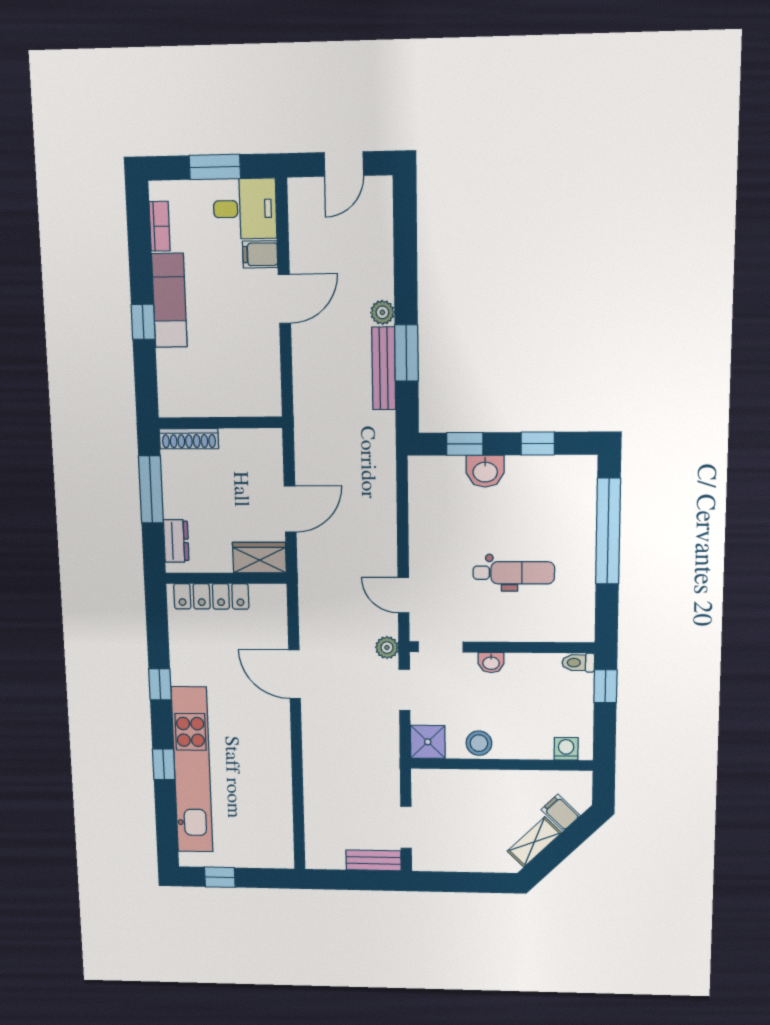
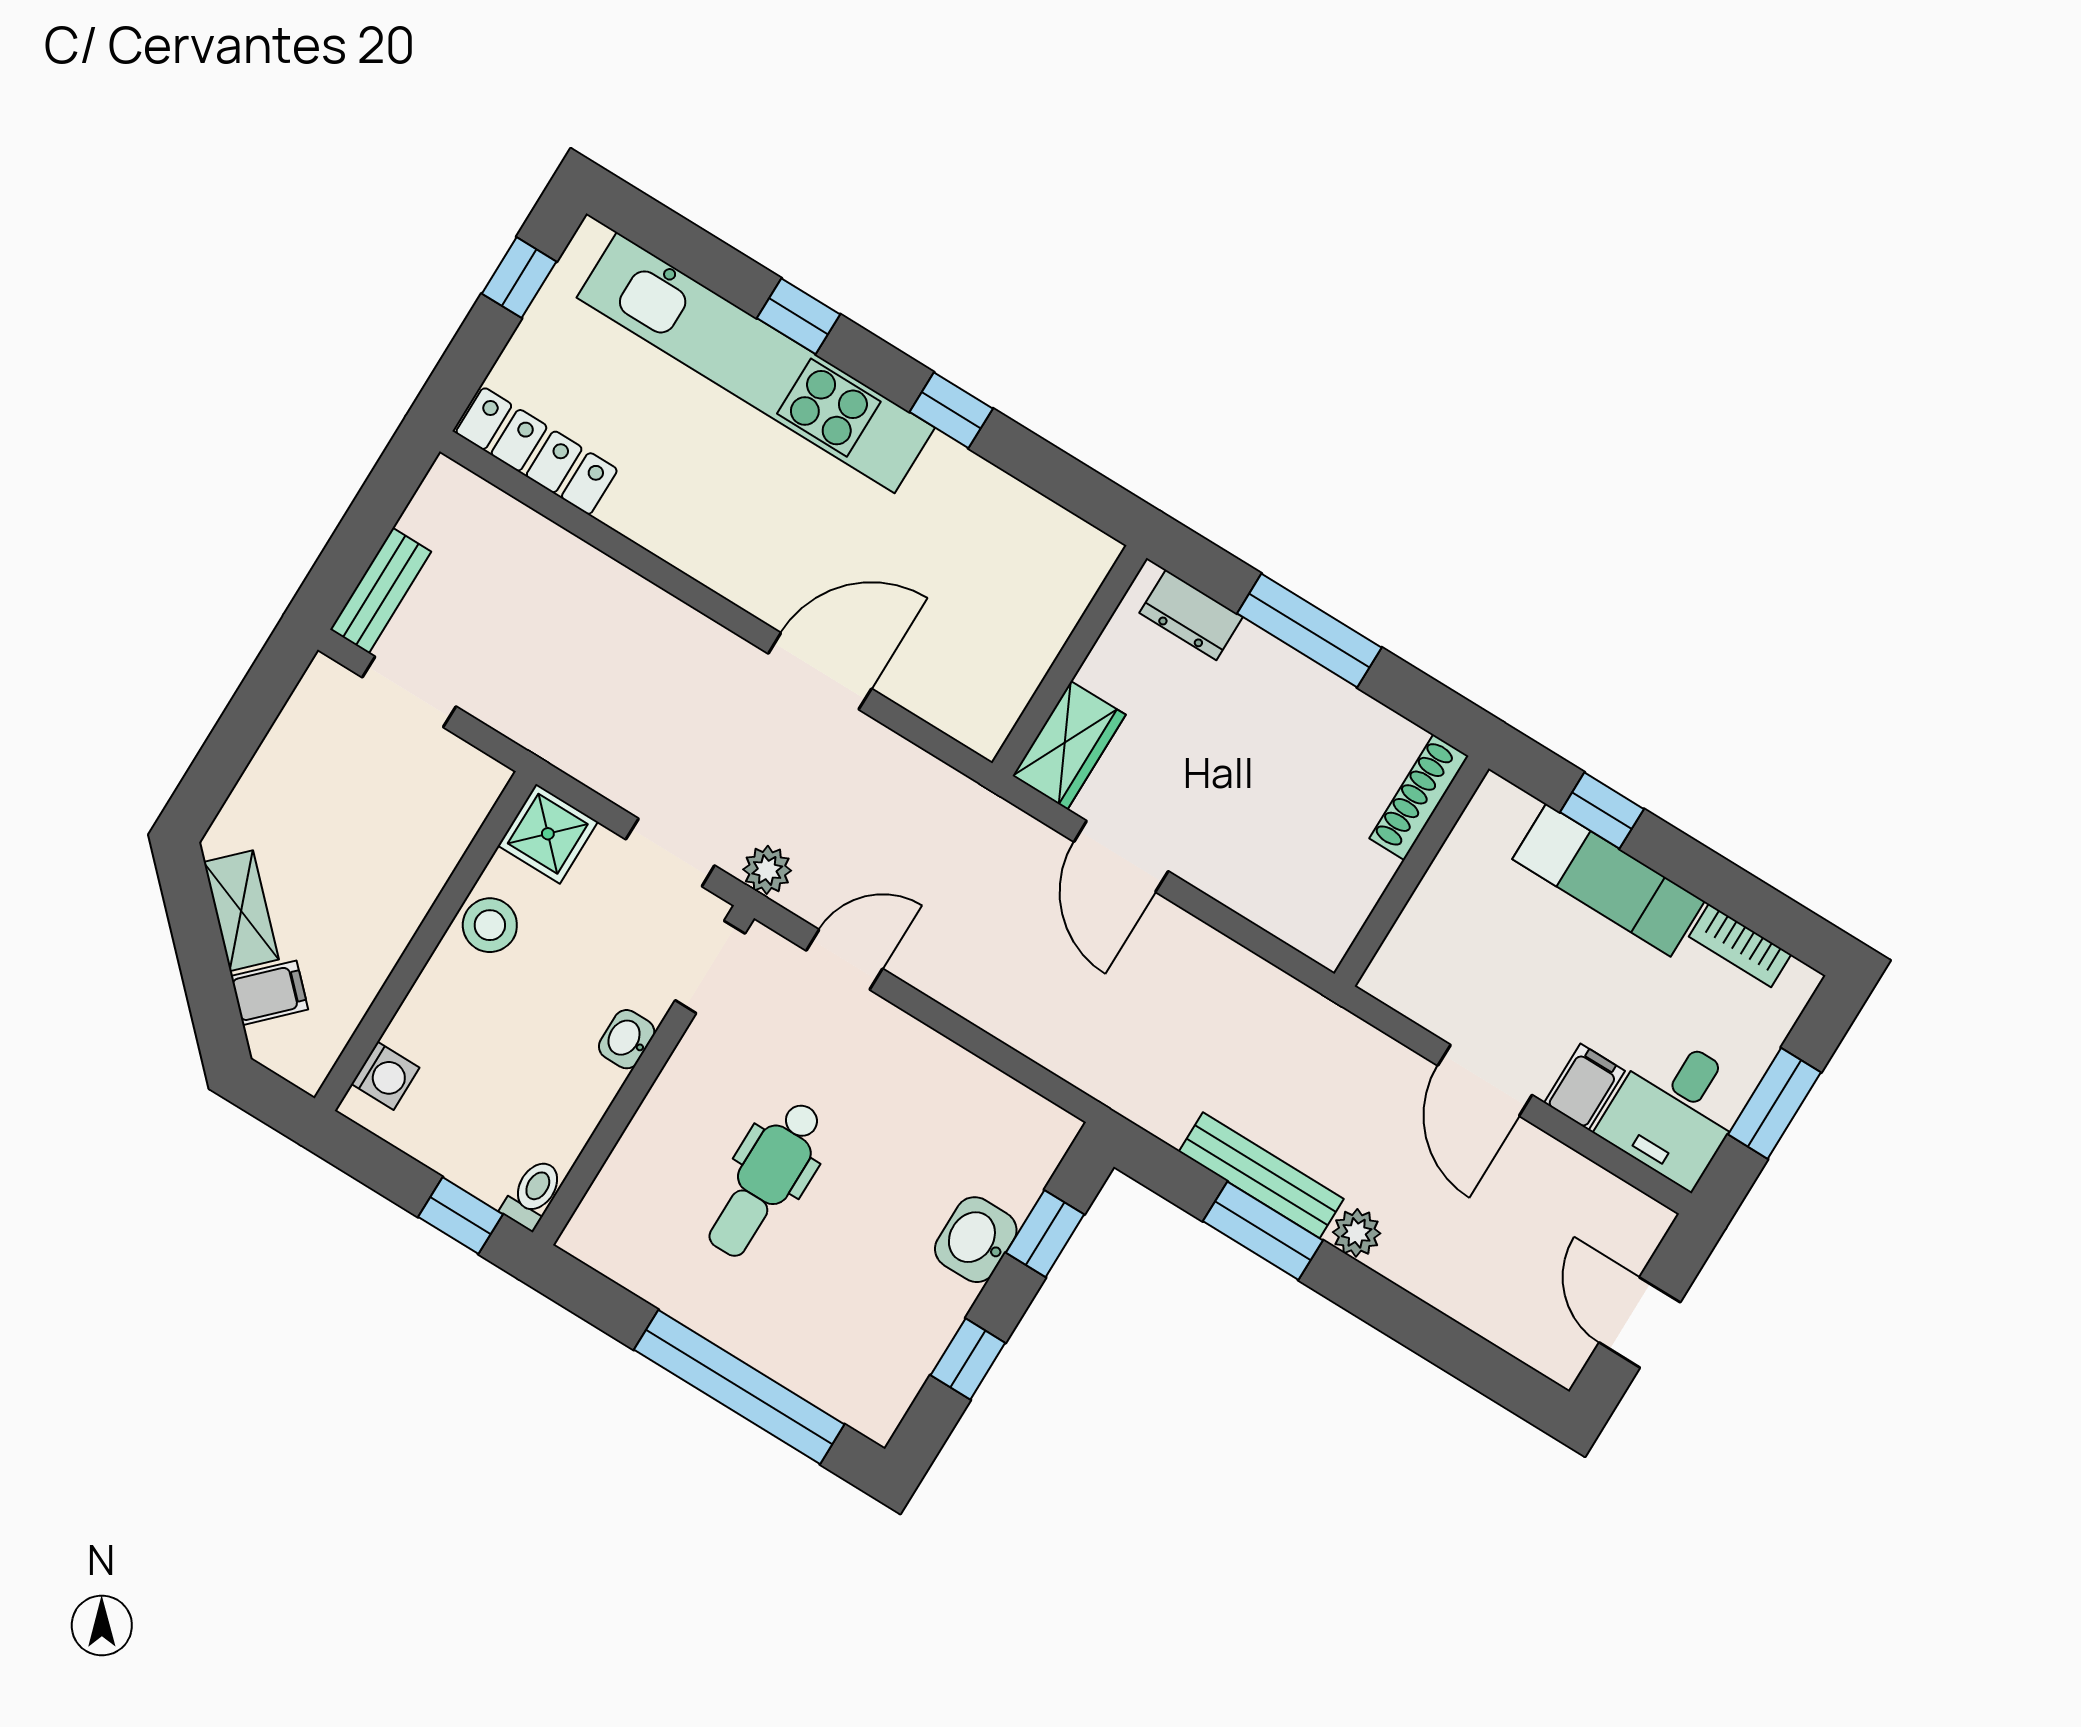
wall: (220, 423) -> (1412, 871), moved
shoe rack: (189, 439) -> (1419, 797), moved
locker: (211, 596) -> (537, 451), moved, turned 90

